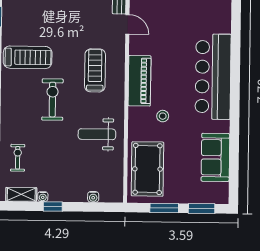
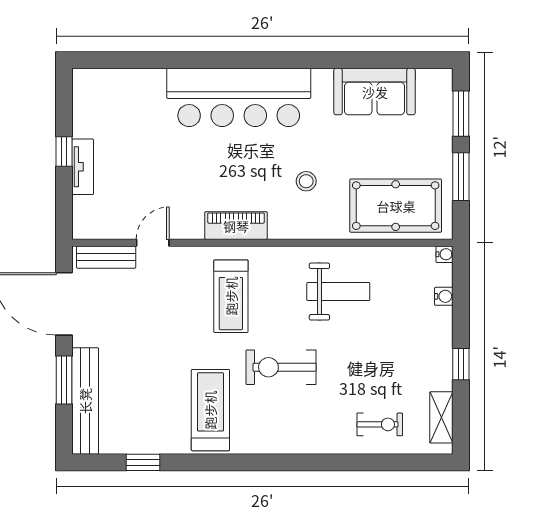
treadmill: (95, 70) -> (231, 296), turned -90
piano: (140, 81) -> (236, 226), width x0.73, depth x0.75
weight bench: (97, 134) -> (338, 292), turned -90
exercise bike: (18, 158) -> (380, 424), turned 180
water cooler: (43, 197) -> (445, 254), moved

